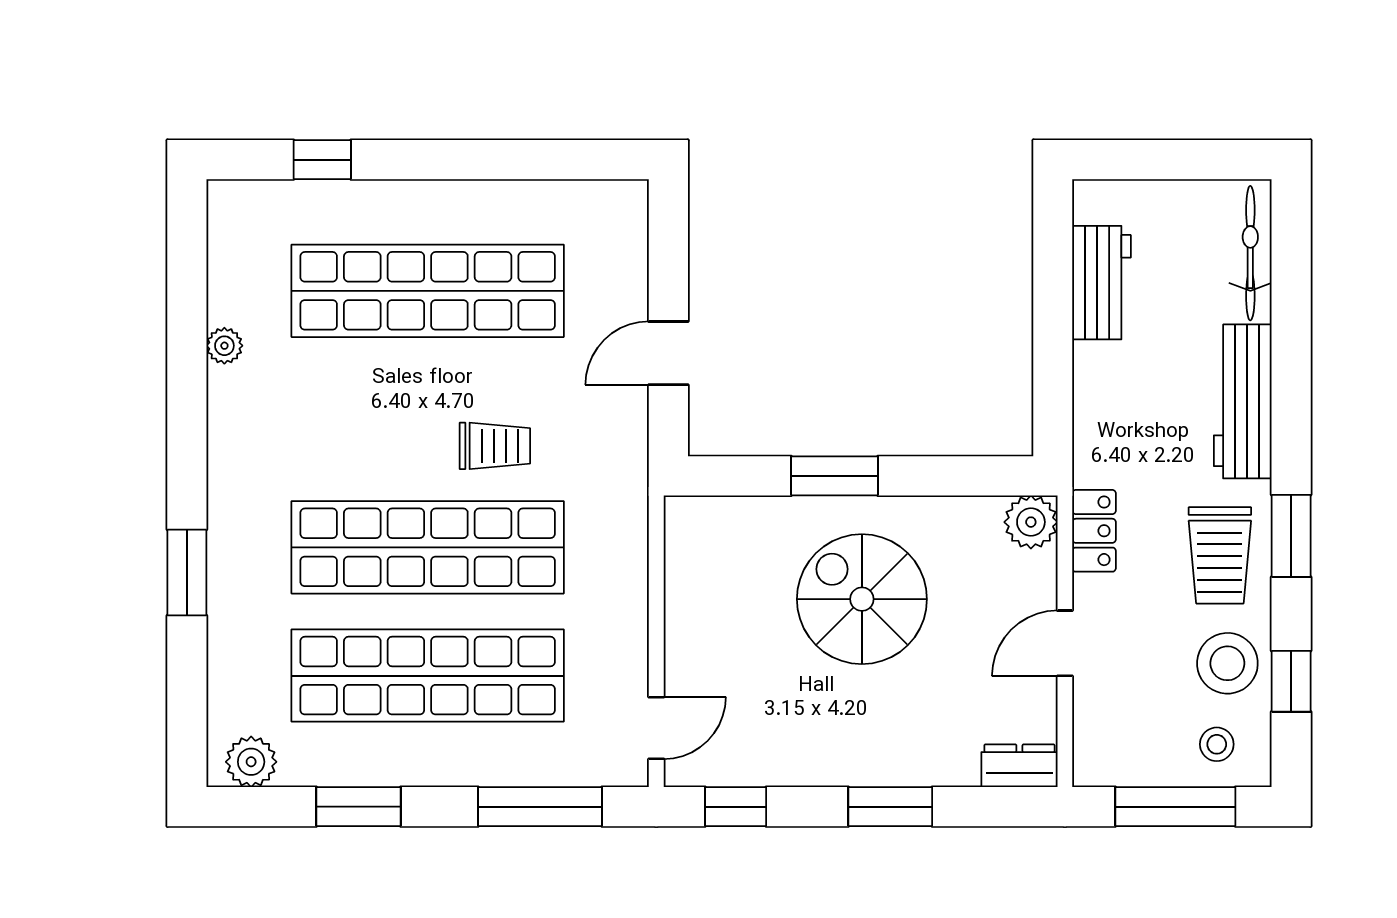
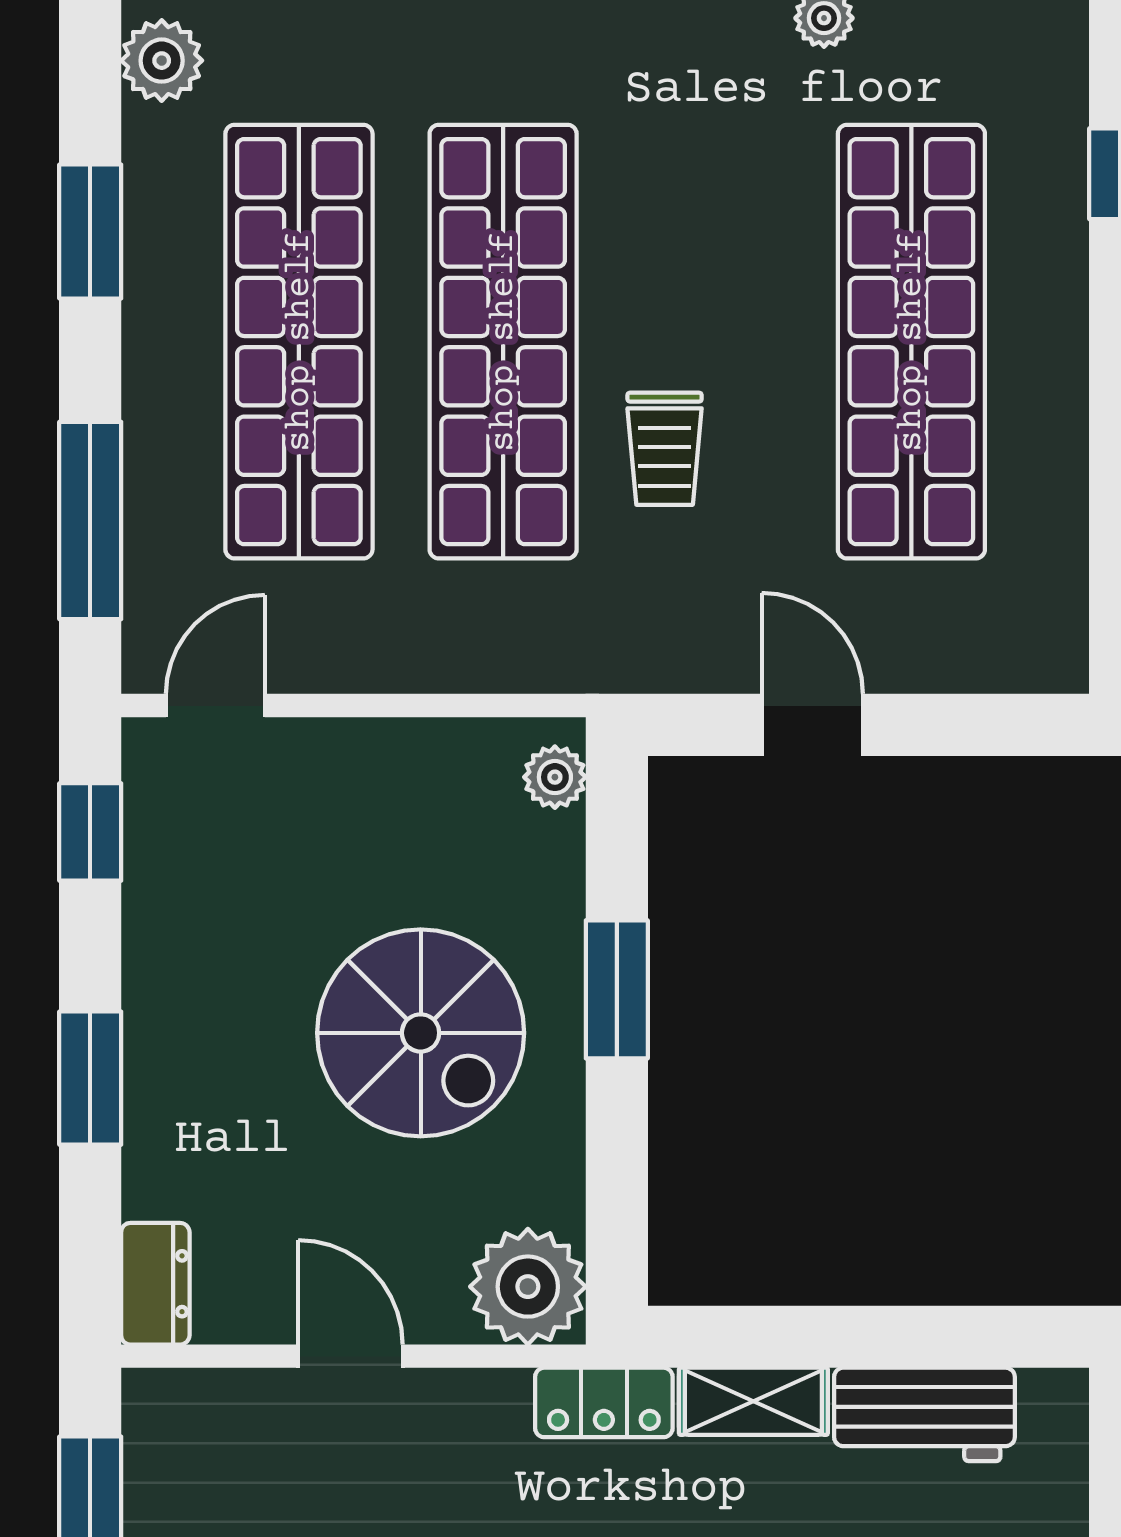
shelving: (1093, 390) -> (753, 1401), added
plant: (701, 515) -> (555, 777), added
plant: (1031, 522) -> (528, 1287), width x1.36, depth x1.36
locker: (1094, 531) -> (604, 1402), moved
spiral stairs: (862, 599) -> (421, 1033), turned 90
door: (656, 728) -> (215, 706), swing flipped

